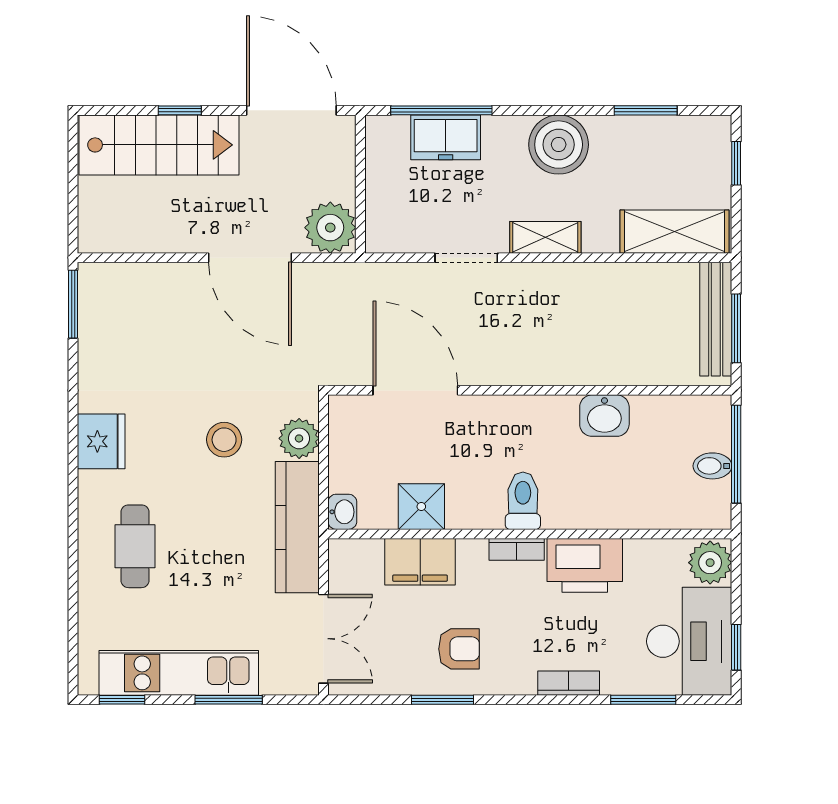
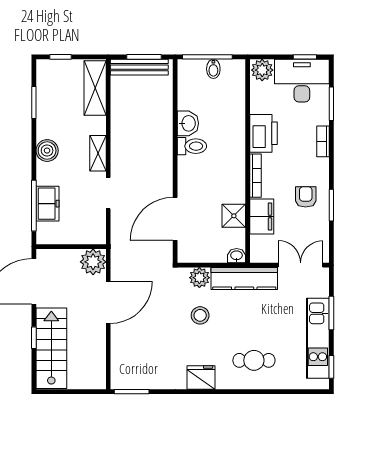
boiler: (559, 145) -> (47, 151), width x0.73, depth x0.73
toilet: (523, 501) -> (192, 146), moved, turned 180
bookcase: (517, 549) -> (256, 176), width x1.56

